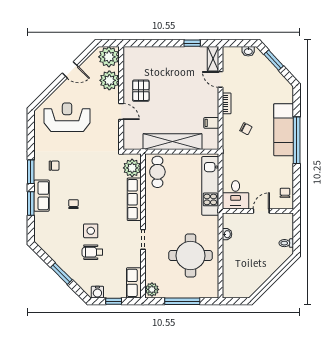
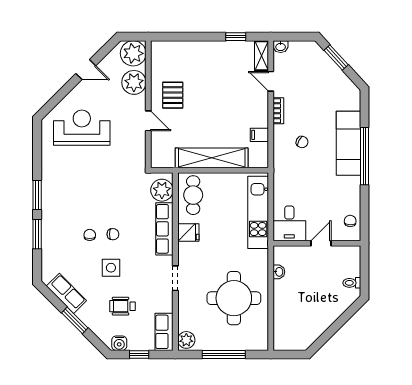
washbasin: (248, 51) -> (281, 47), moved
chair: (54, 166) -> (113, 234), moved
row of seats: (41, 196) -> (66, 293), moved, turned -45
fridge: (154, 202) -> (188, 232), added
wheelchair: (92, 252) -> (123, 306), moved

